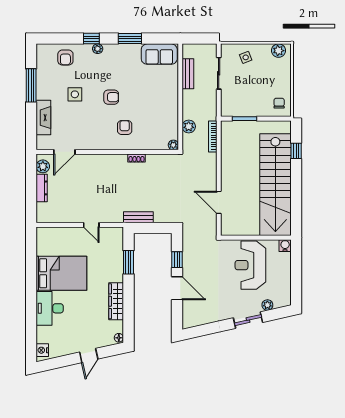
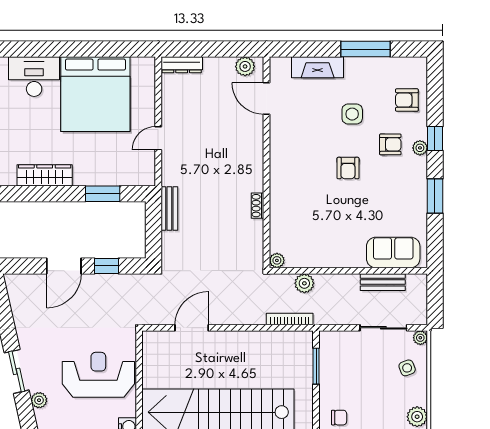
plant: (225, 48) -> (420, 338), added
sofa: (159, 54) -> (393, 252), moved, turned 90
armchair: (125, 128) -> (390, 144), moved
dresser: (42, 188) -> (182, 65), moved
bed: (61, 273) -> (95, 94), width x1.36

